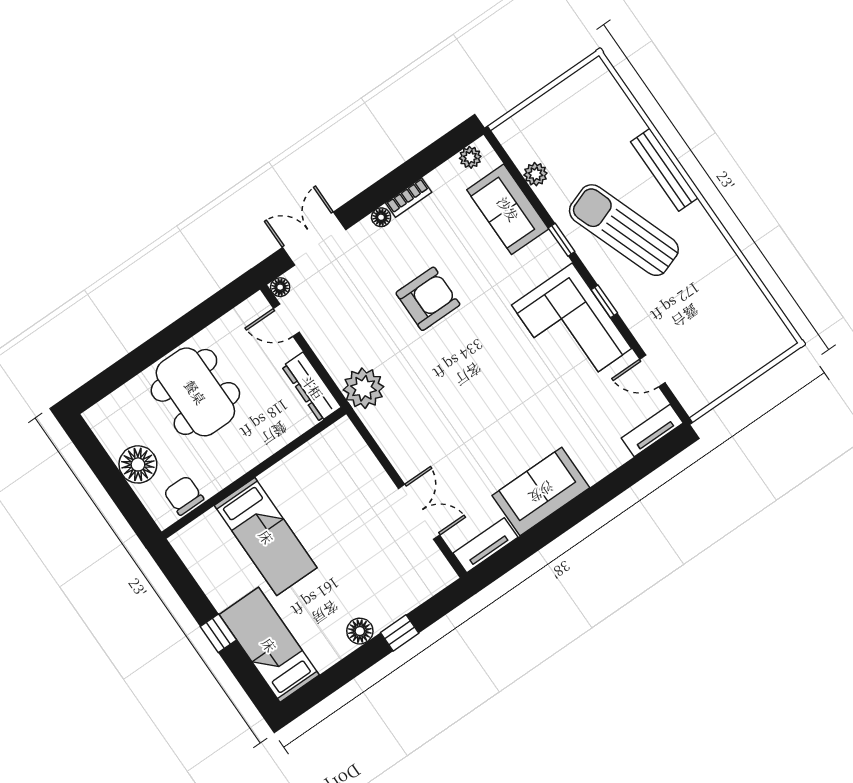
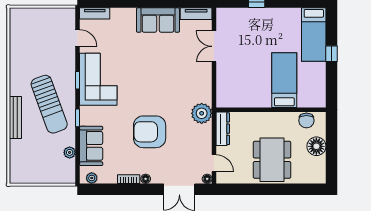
armchair: (428, 299) -> (150, 132), width x1.36, depth x1.36
floor lamp: (360, 631) -> (272, 14), removed

